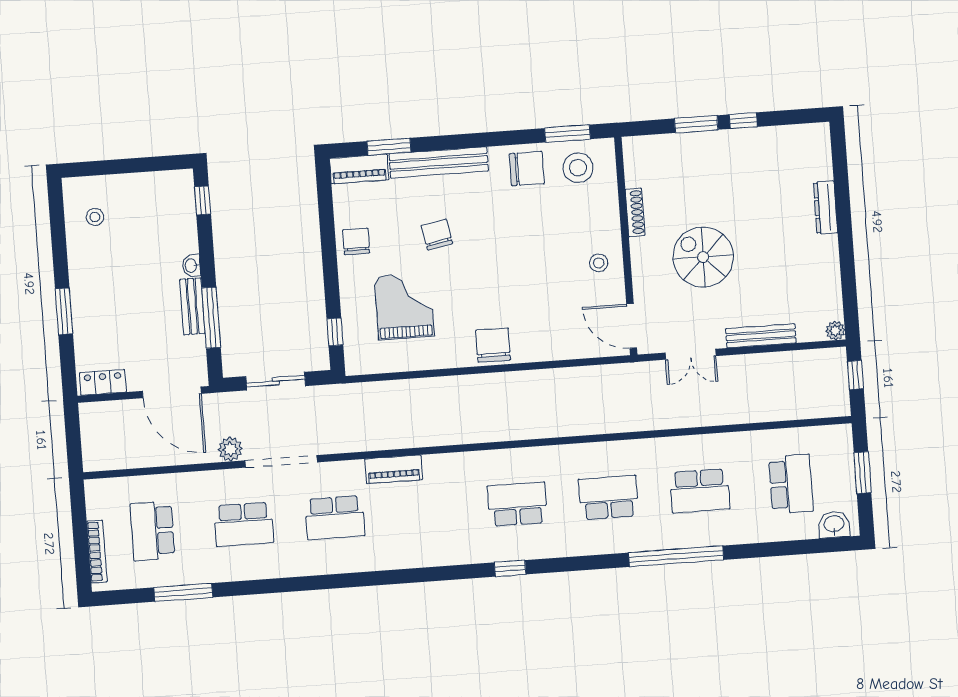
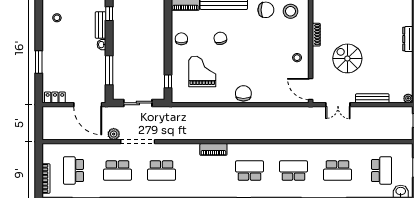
bench: (192, 306) -> (101, 25), moved
piano: (394, 469) -> (213, 149), moved

